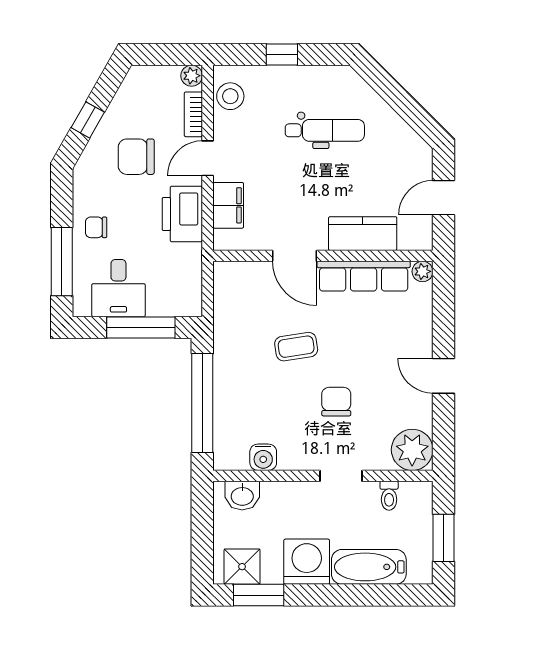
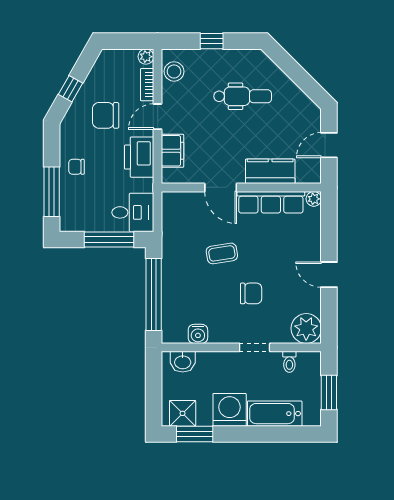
desk: (118, 288) -> (133, 212), moved, turned -90
chair: (336, 402) -> (251, 293), turned 90

